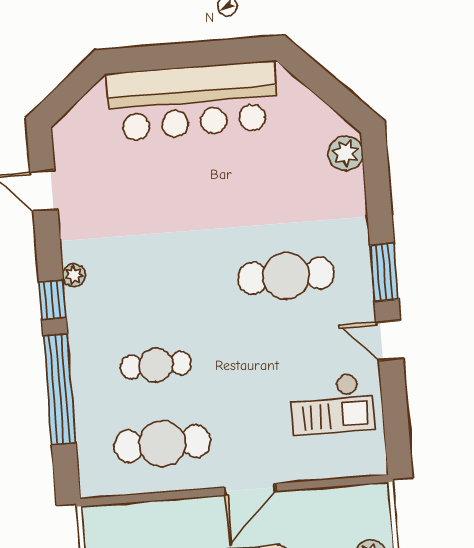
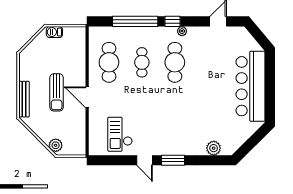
plant: (346, 153) -> (214, 148), moved
cafe table: (286, 276) -> (175, 62), moved
door: (390, 340) -> (144, 160), swing flipped

